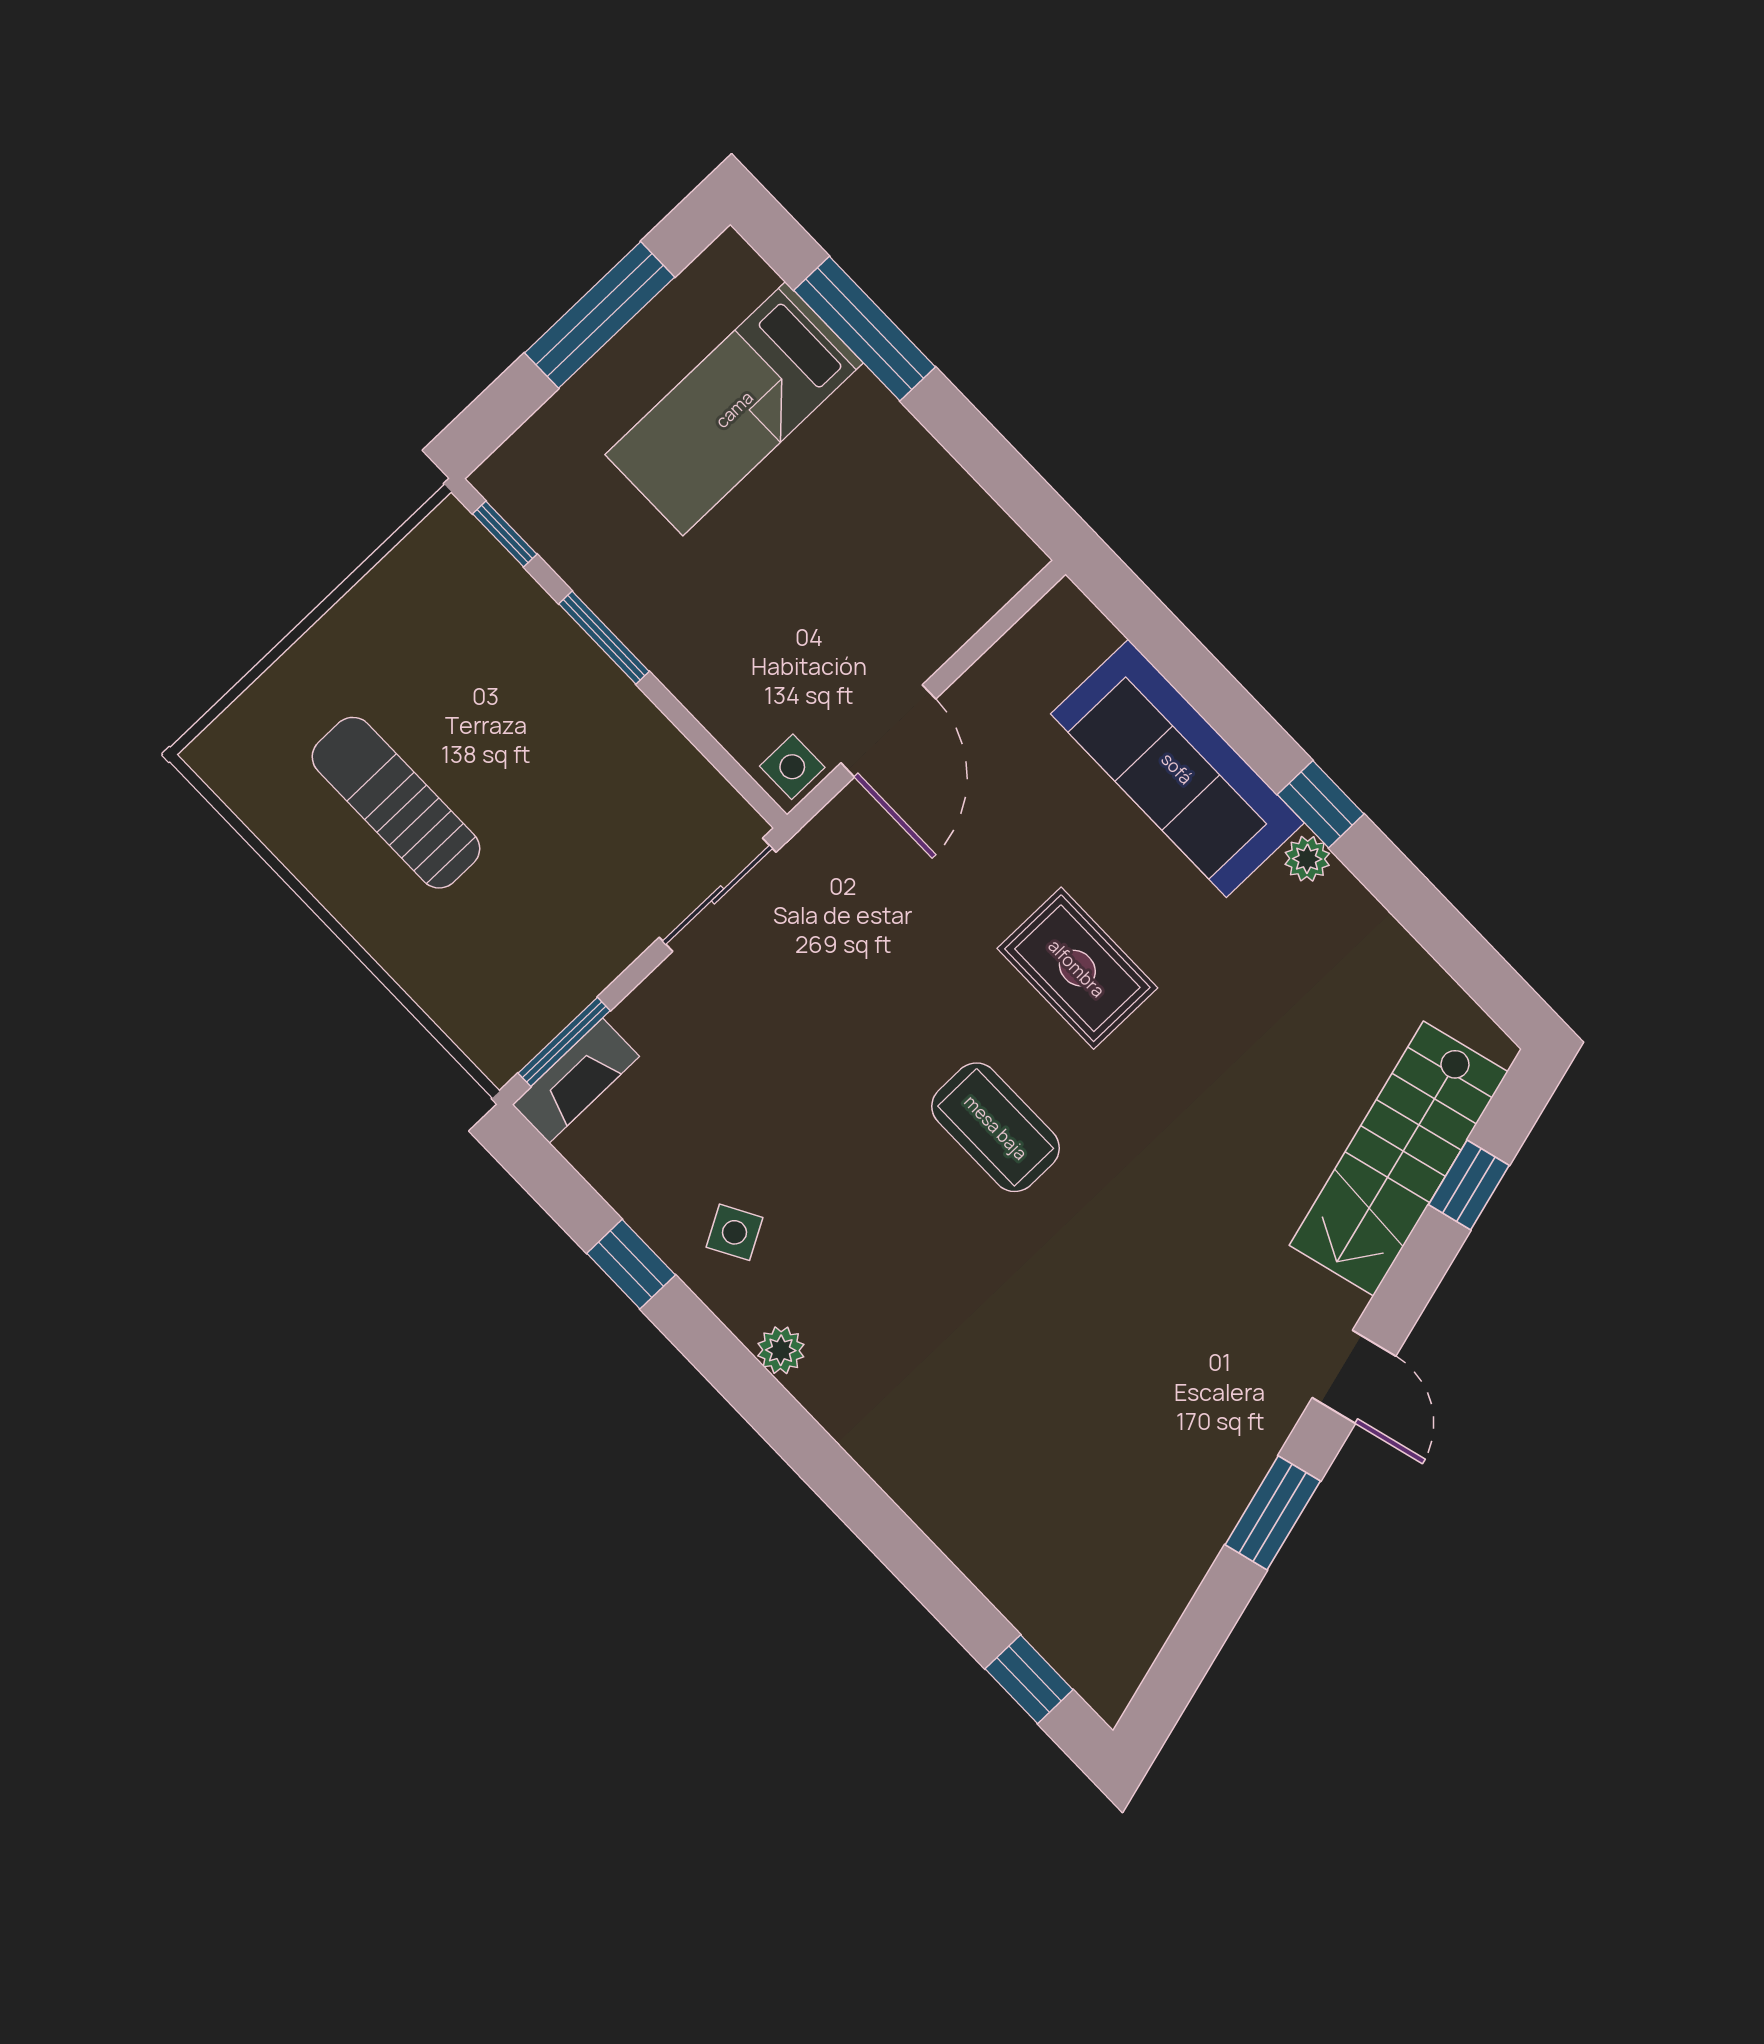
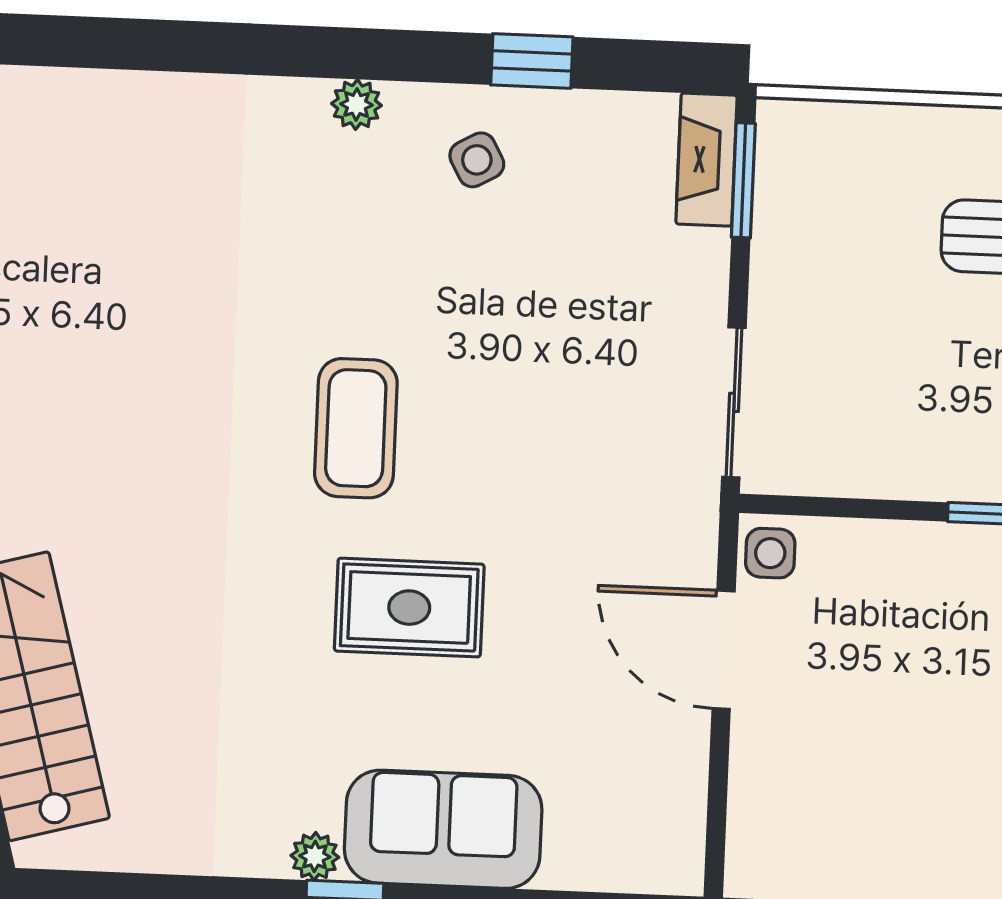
sofa: (1177, 768) -> (443, 829), width x0.73
coffee table: (996, 1127) -> (356, 428), turned 90

